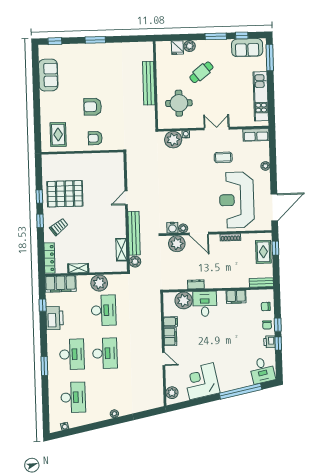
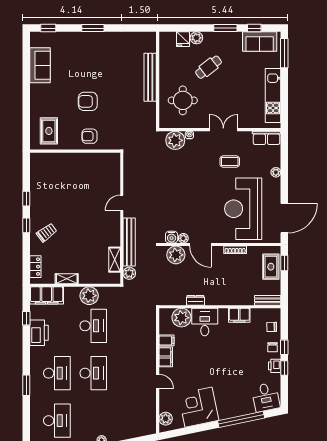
pallet: (65, 194) -> (54, 196), removed
locker: (49, 258) -> (35, 267), width x0.66

